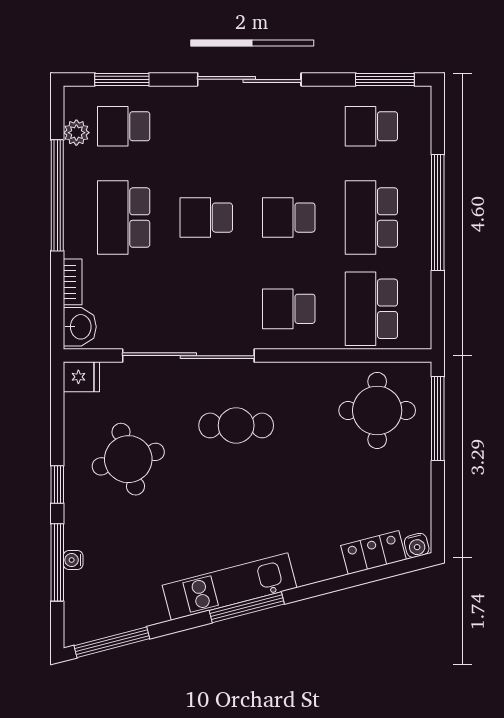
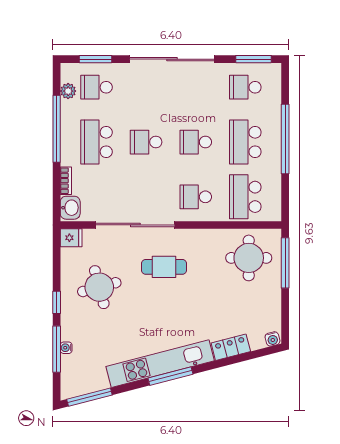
sliding door: (249, 79) -> (172, 59), width x1.36
locker: (374, 552) -> (231, 347), moved
kitchen unit: (230, 586) -> (160, 364), width x1.36

